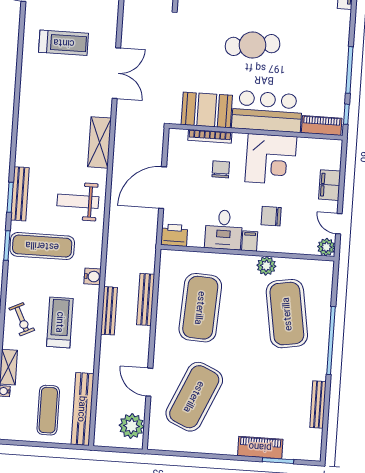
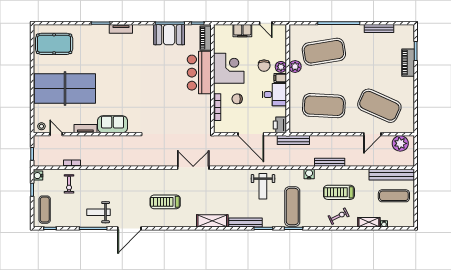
treadmill: (64, 43) -> (165, 202), turned -90
cafe table: (253, 45) -> (159, 84), removed
double door: (116, 73) -> (193, 168), moved
booth: (207, 110) -> (169, 35), moved, turned 90
shelving: (99, 142) -> (212, 221), moved
bench: (20, 194) -> (246, 223), moved
door: (339, 224) -> (266, 23), hinge flipped
plant: (326, 247) -> (281, 67), moved
bench: (146, 299) -> (293, 140), moved

